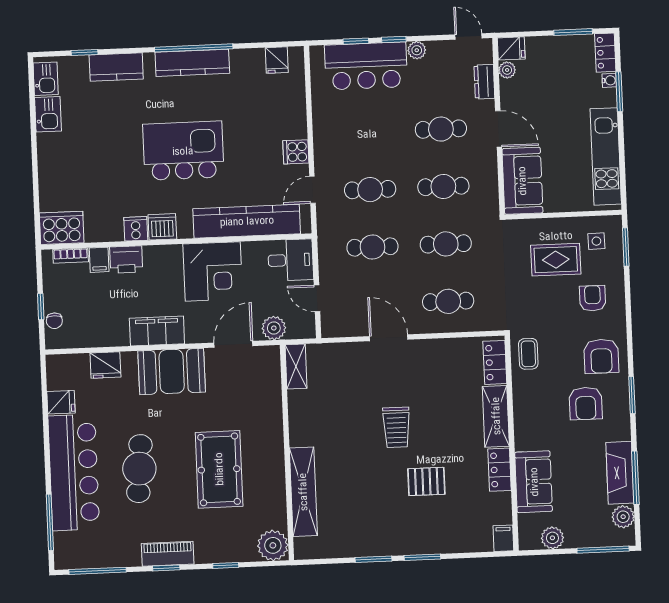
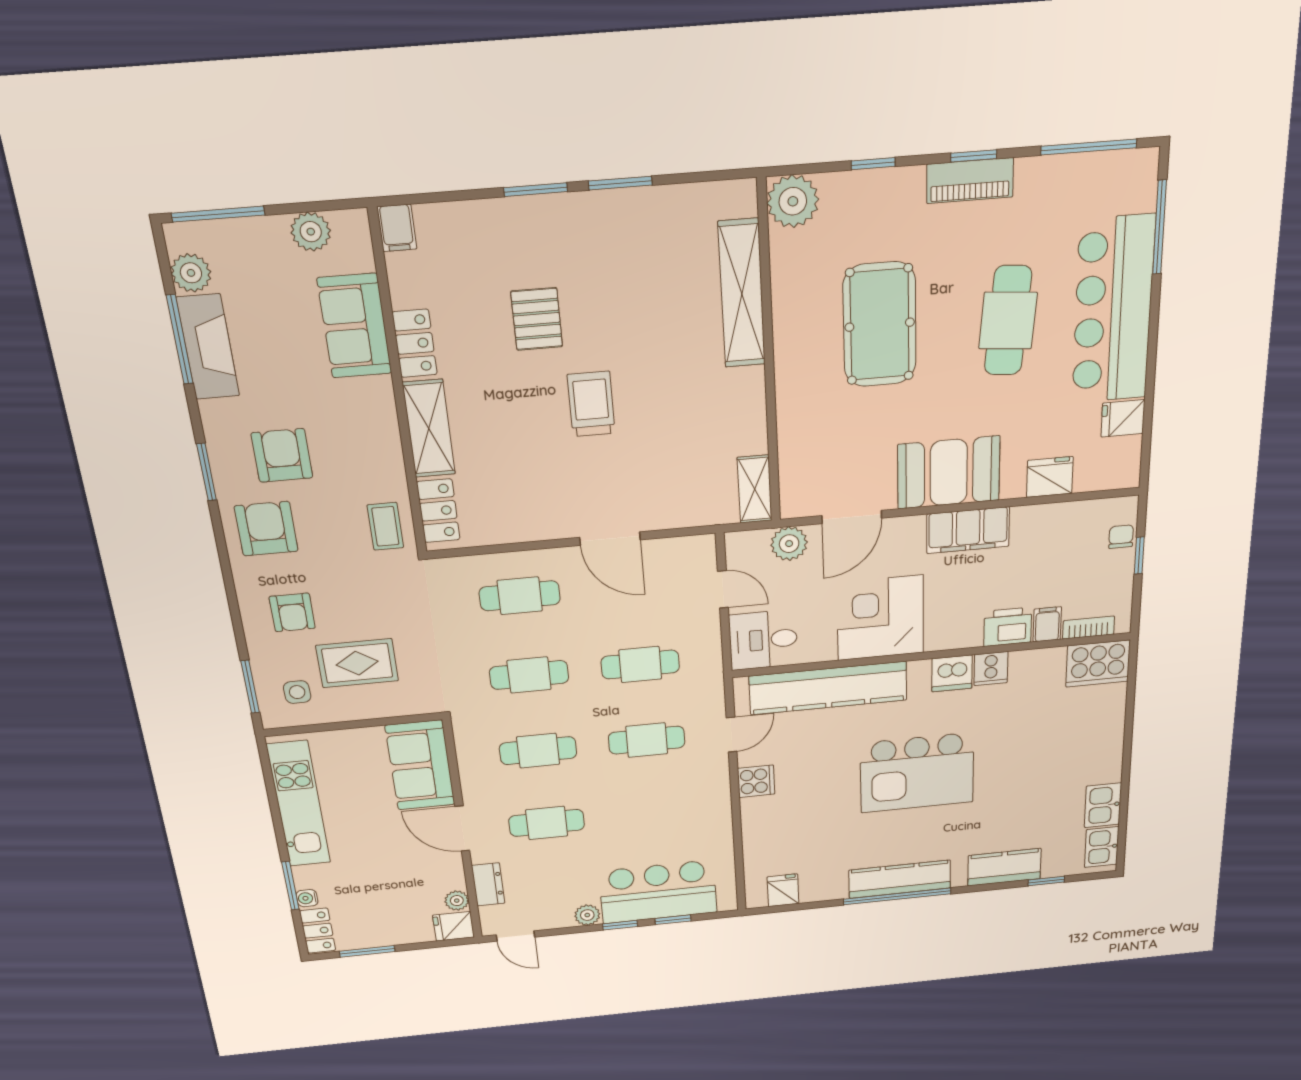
pallet: (426, 481) -> (537, 319), turned 90

